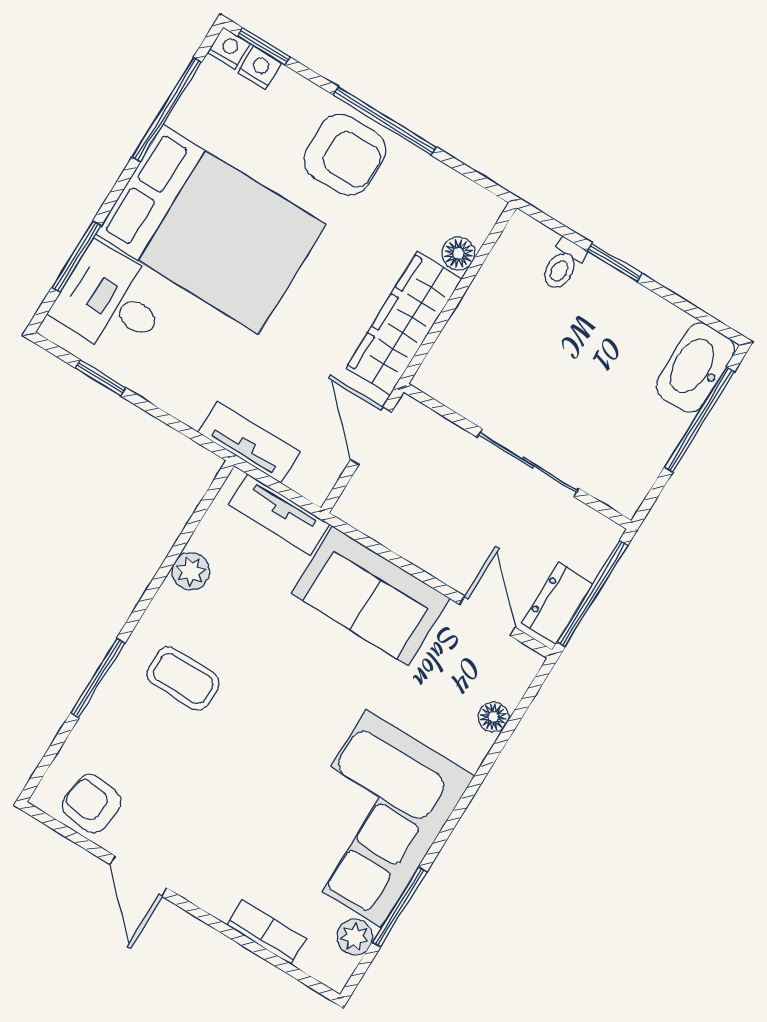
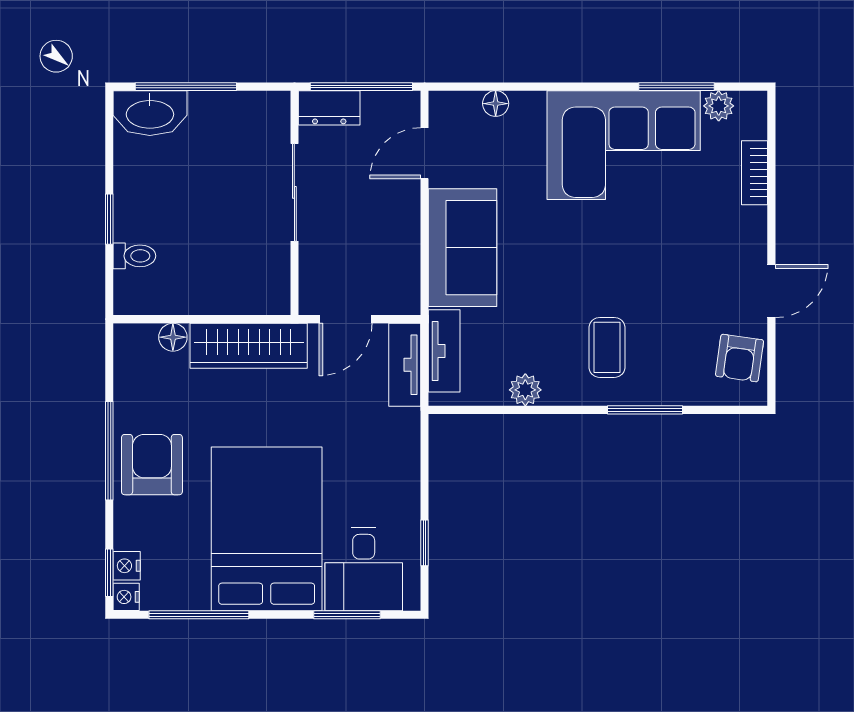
tv unit: (249, 442) -> (405, 365), moved
dresser: (557, 603) -> (329, 108), moved

